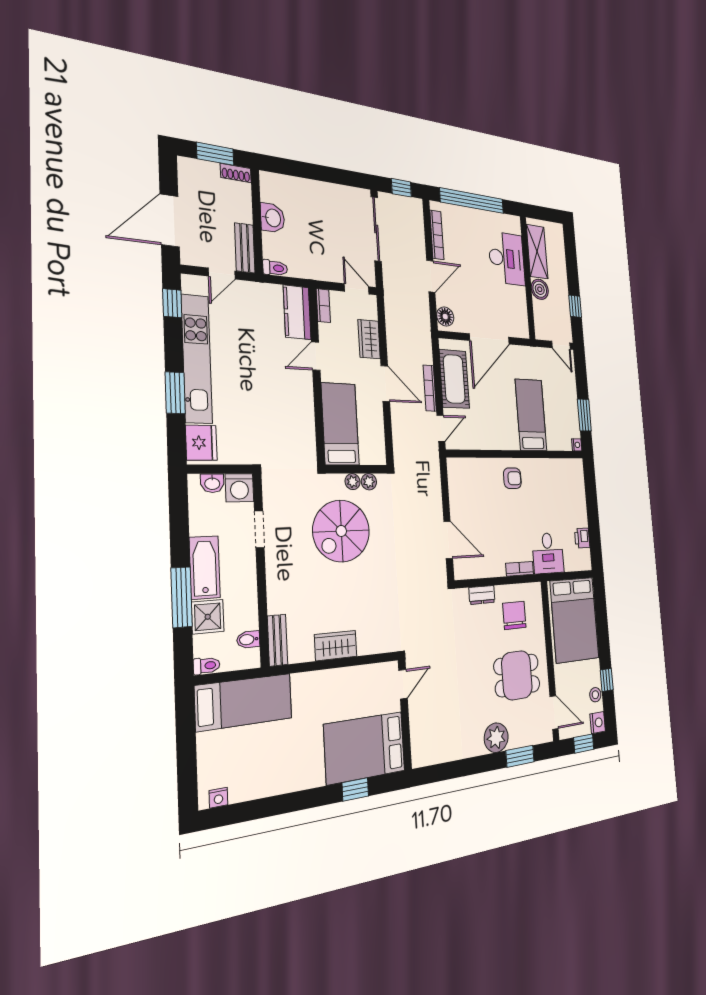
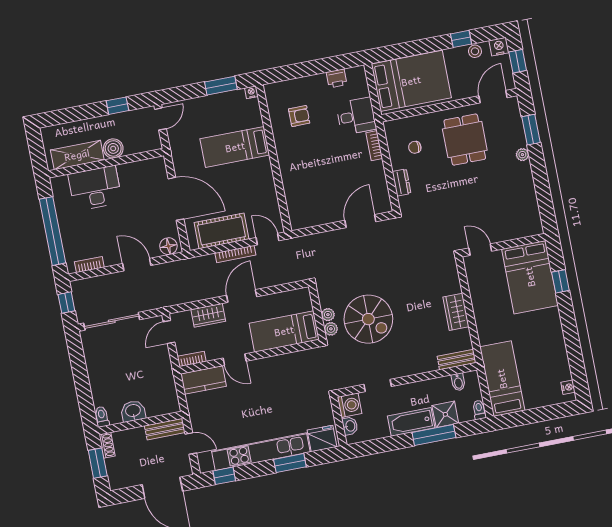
bookcase: (437, 235) -> (89, 265), width x0.64
toilet: (275, 268) -> (102, 417), moved
armchair: (512, 478) -> (299, 116), moved, turned 90
plant: (369, 482) -> (331, 329), moved
chair: (514, 615) -> (415, 147), width x0.54, depth x0.54
plant: (496, 738) -> (522, 155), width x0.53, depth x0.53

